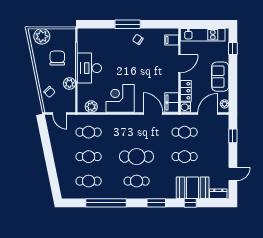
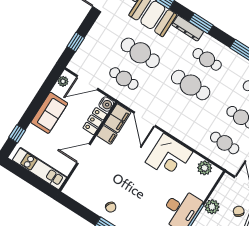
filing cabinet: (172, 40) -> (107, 135), moved
cafe table: (185, 157) -> (140, 53), width x1.37, depth x1.35
dresser: (163, 194) -> (188, 28), added

